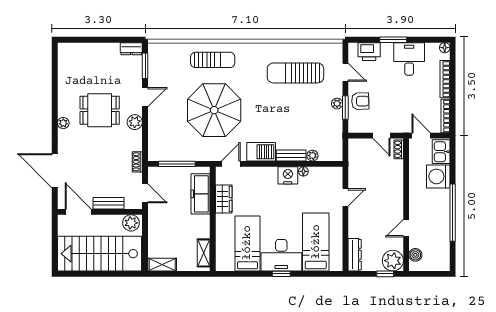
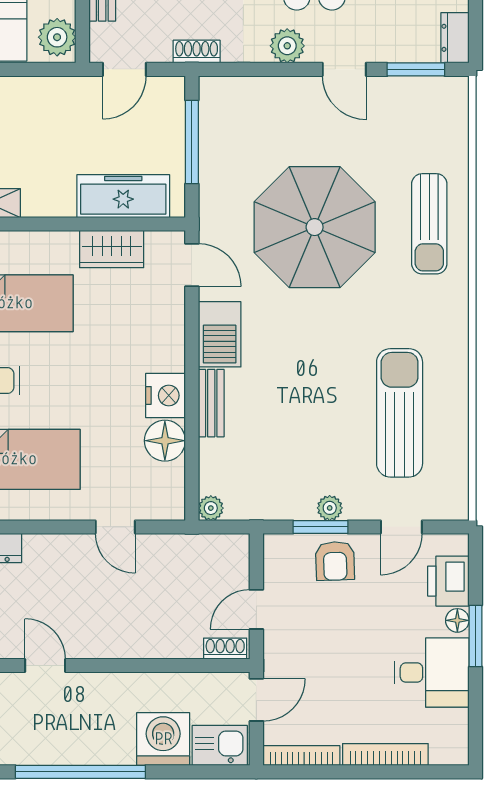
floor lamp: (445, 48) -> (457, 620), moved
plant: (313, 156) -> (211, 508), moved
floor lamp: (303, 171) -> (165, 441), width x1.89, depth x1.89

